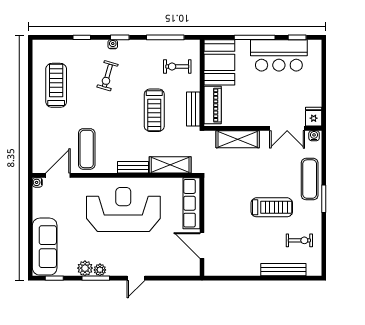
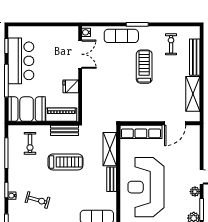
fridge: (314, 117) -> (71, 86), moved
shelving: (238, 139) -> (193, 94), moved
plant: (100, 270) -> (195, 192), moved

